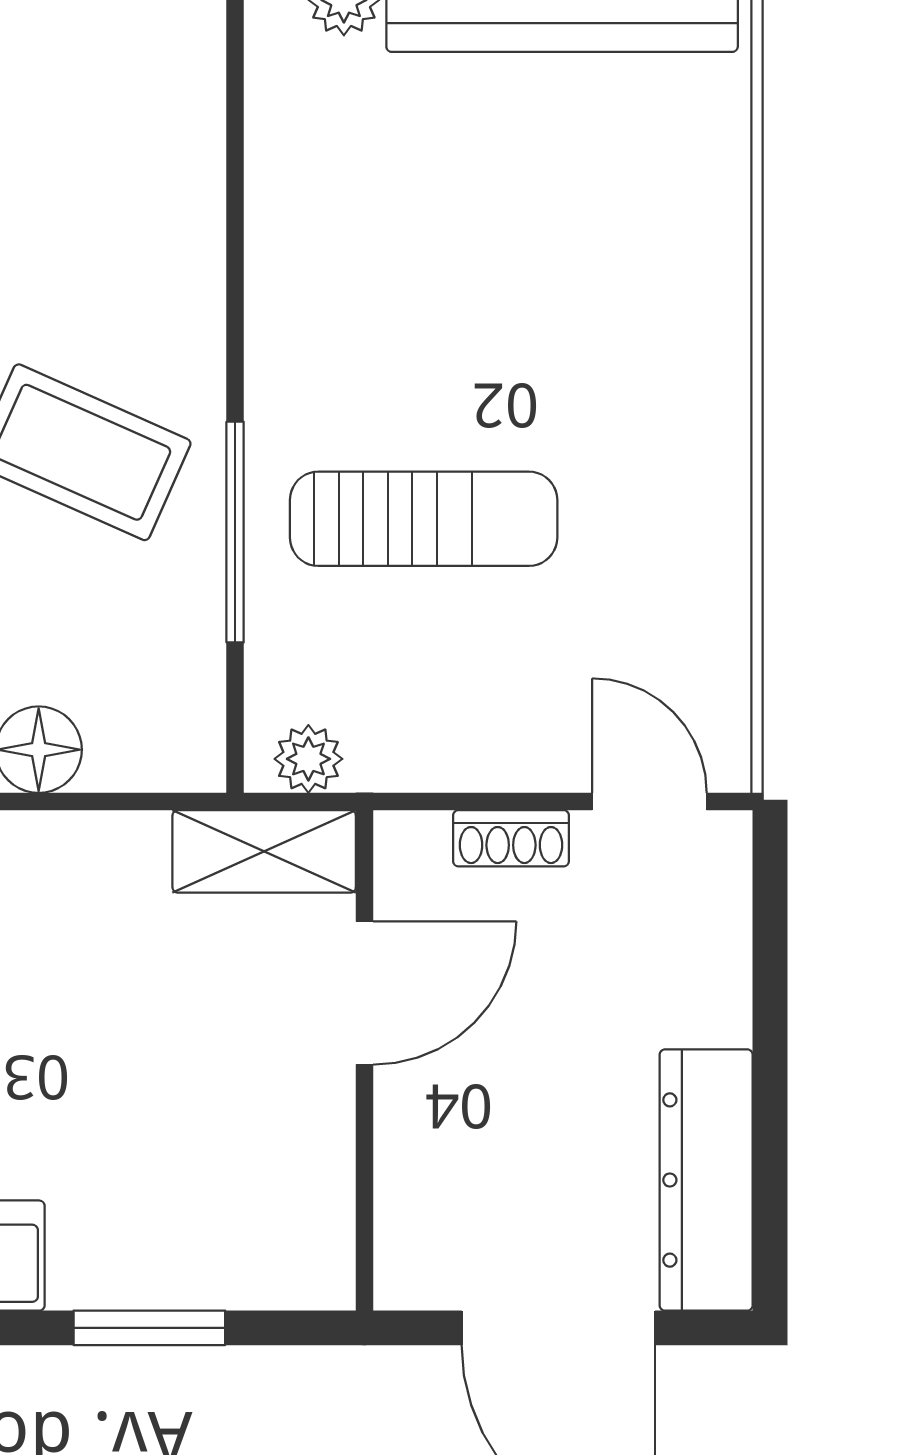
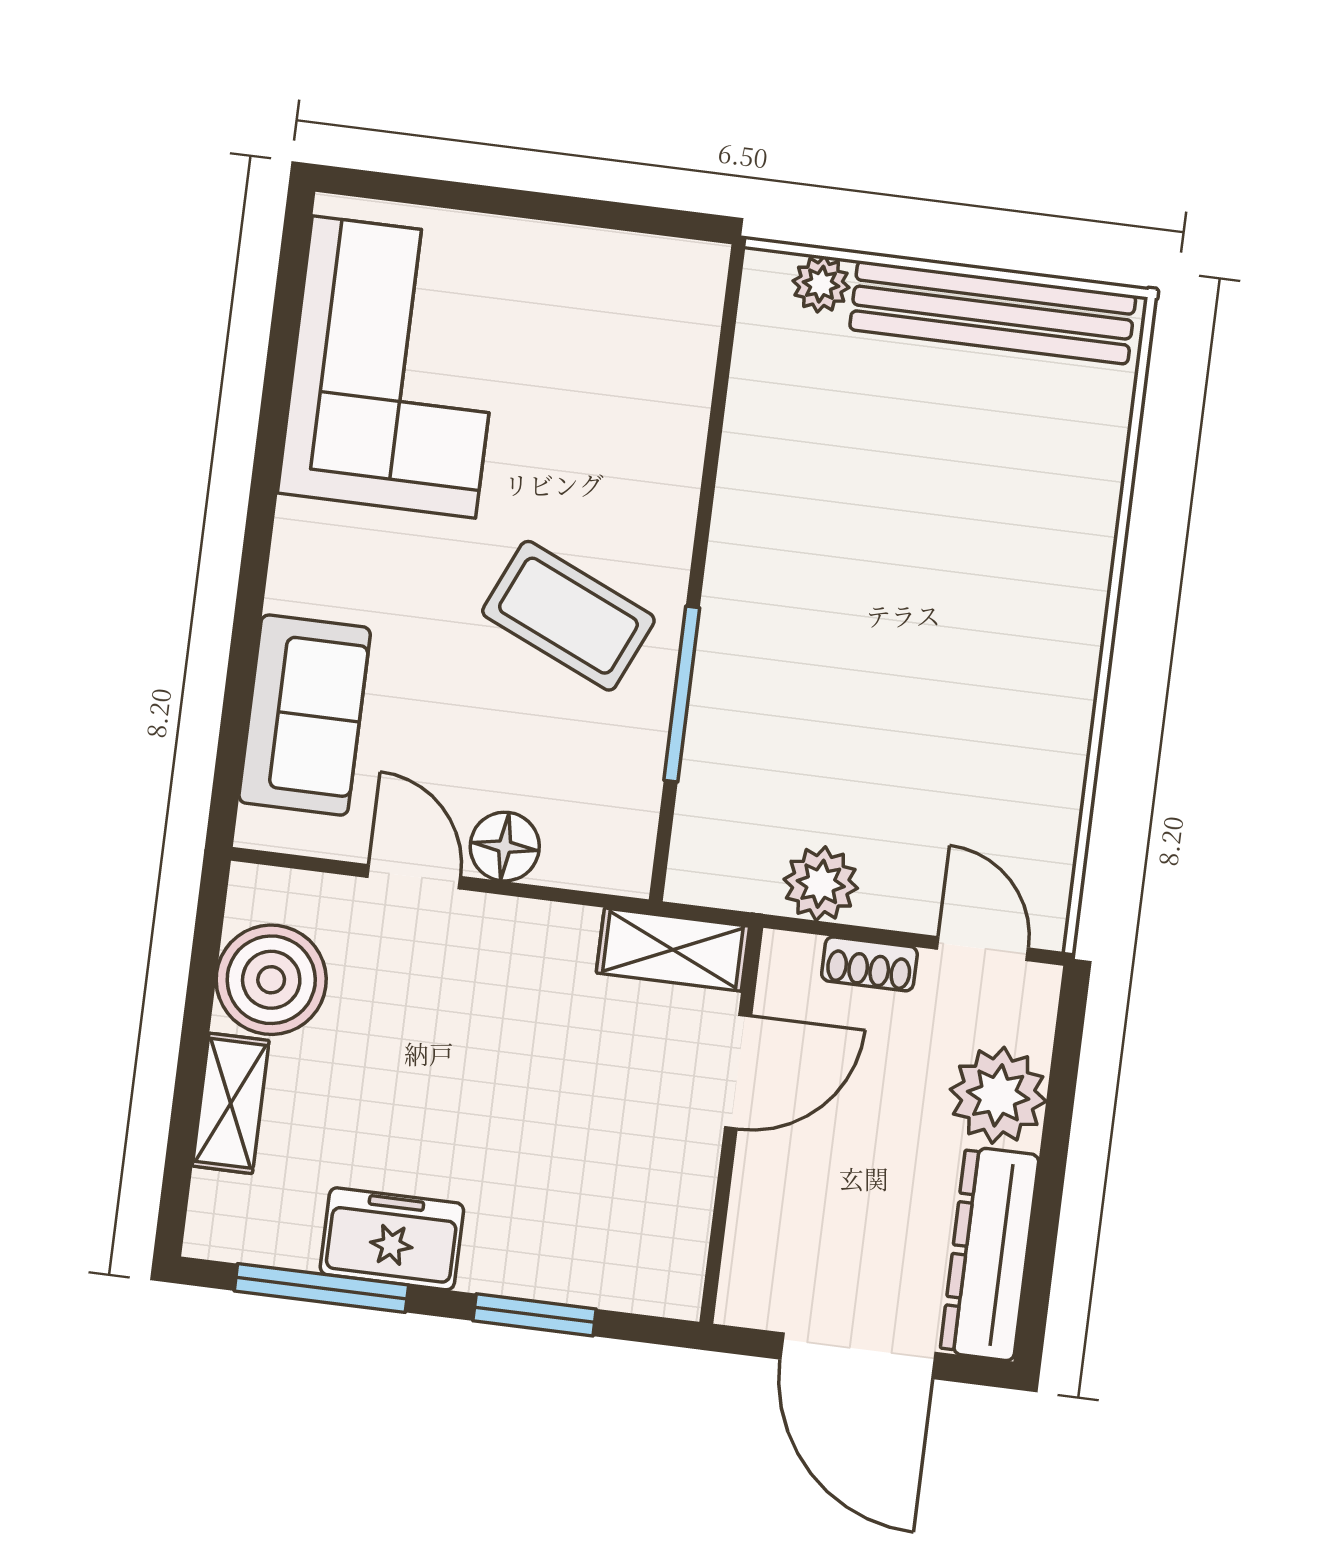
sun lounger: (424, 519) -> (832, 702), removed
plant: (308, 759) -> (821, 884), moved, width x1.38, depth x1.38
plant: (692, 982) -> (998, 1095), added

